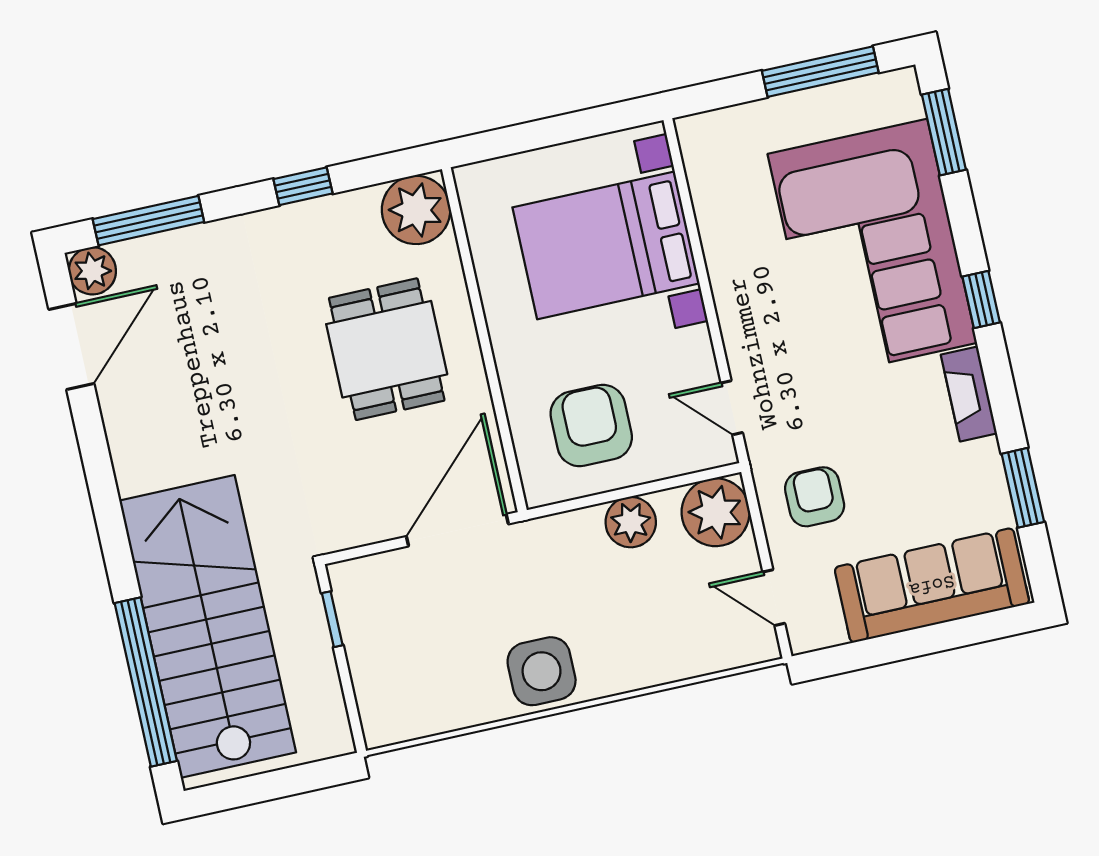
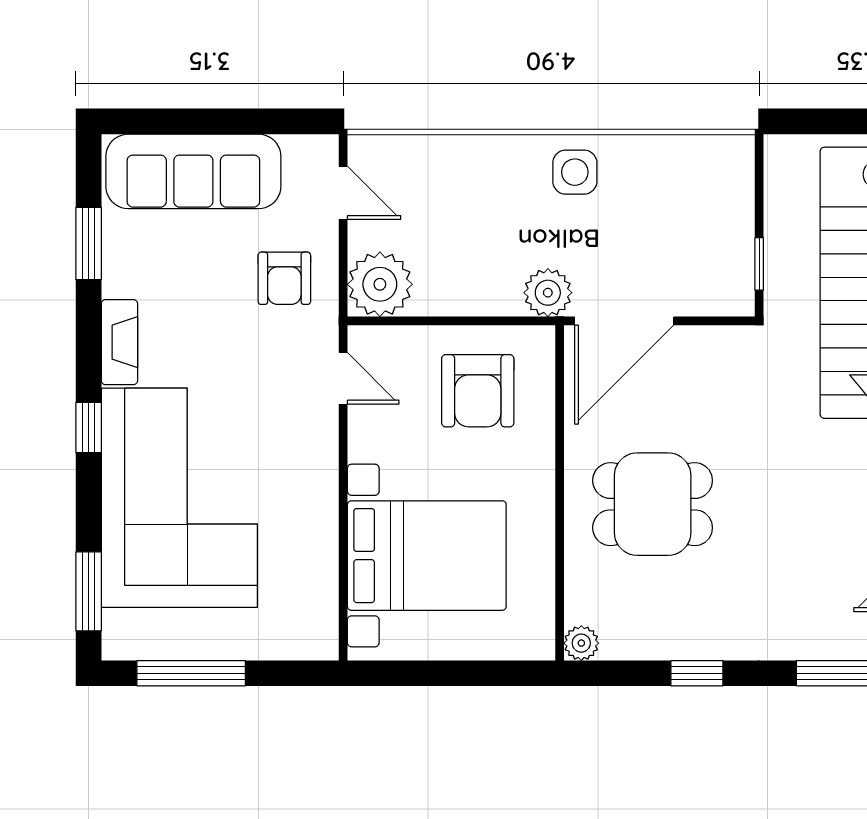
plant: (416, 210) -> (581, 643), width x0.53, depth x0.53
dining table: (387, 349) -> (653, 504), turned 90
plant: (631, 522) -> (548, 293), moved
side table: (542, 671) -> (575, 172), width x0.73, depth x0.73

